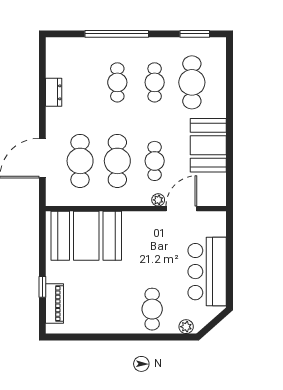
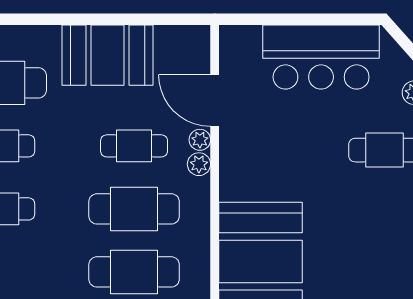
plant: (144, 199) -> (199, 164), added

